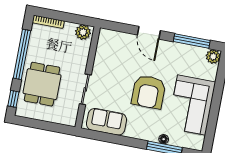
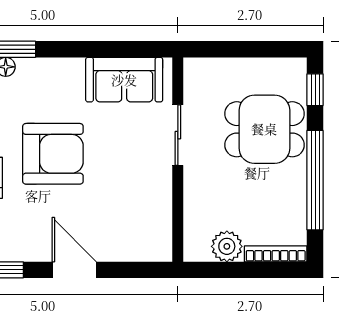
plant: (83, 32) -> (227, 246), moved
dining table: (42, 84) -> (264, 129), turned 90
armchair: (149, 92) -> (53, 154), turned 90

